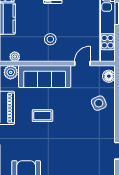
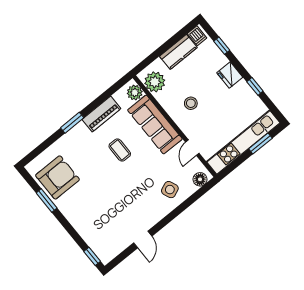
plant: (15, 57) -> (155, 82), width x1.87, depth x1.87
door: (82, 63) -> (192, 148), swing flipped

